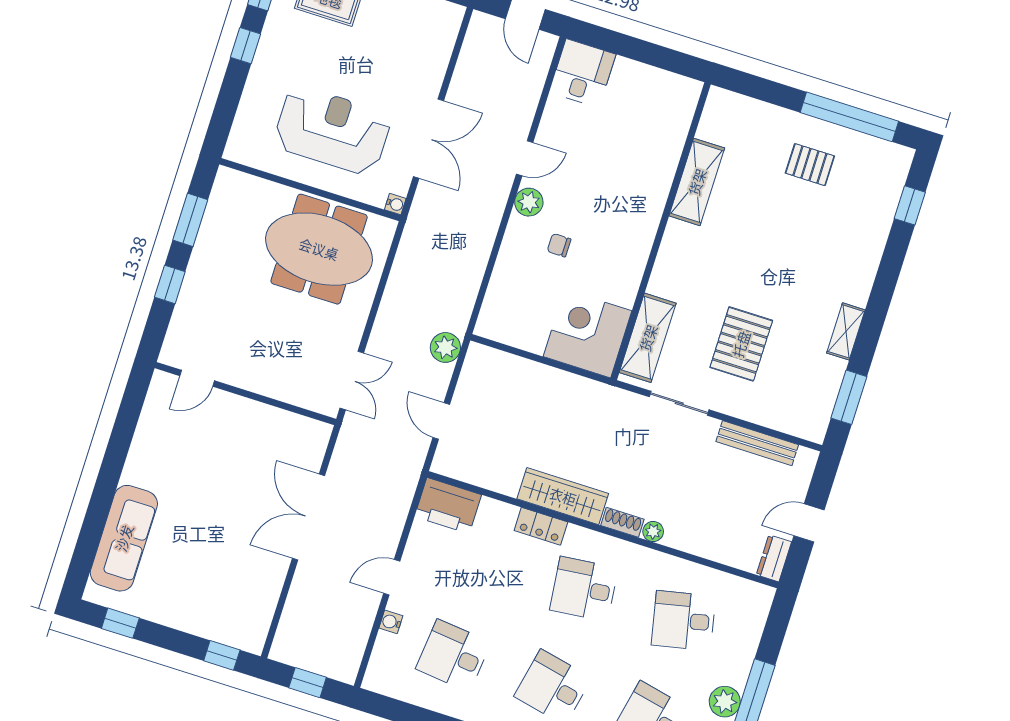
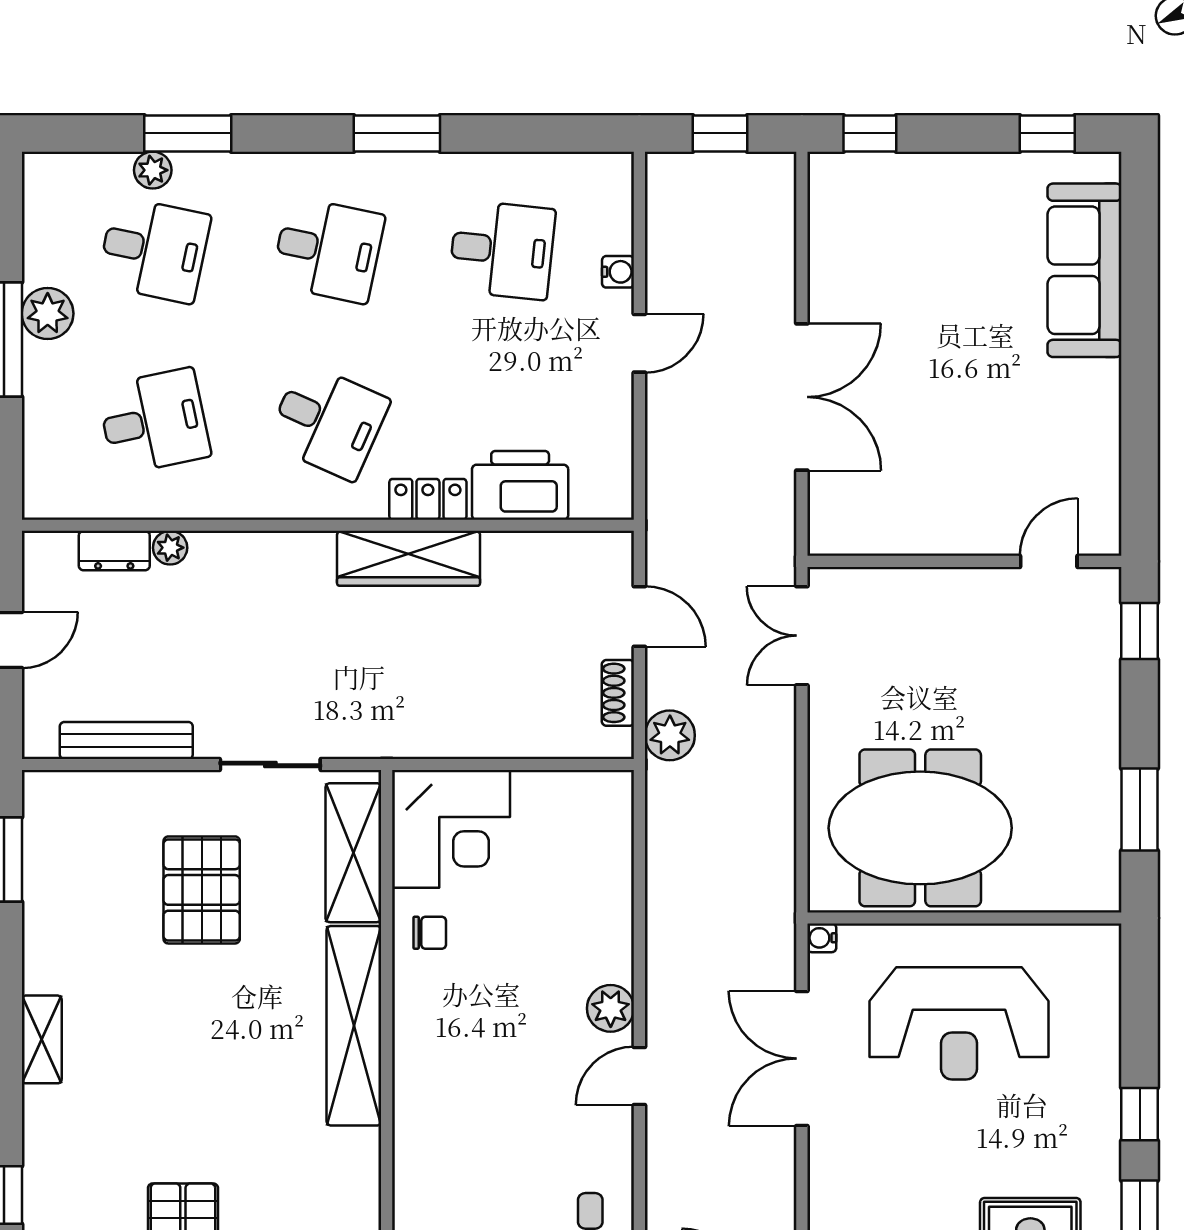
shelving: (697, 182) -> (354, 1026), moved, width x1.47
chair: (559, 245) -> (430, 933), moved
window: (170, 284) -> (1140, 631), moved
shelving: (846, 331) -> (42, 1039), moved
printer: (448, 506) -> (520, 485), moved
shoe rack: (622, 522) -> (618, 693), moved, turned 90
plant: (653, 532) -> (170, 548), moved
dresser: (774, 558) -> (114, 551), moved, turned 90
desk: (584, 589) -> (328, 421), turned 30

